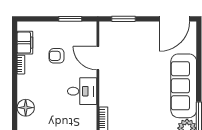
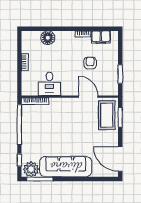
coffee table: (121, 36) -> (107, 115), added
door: (98, 58) -> (88, 97), hinge flipped
desk: (82, 91) -> (49, 84), moved

